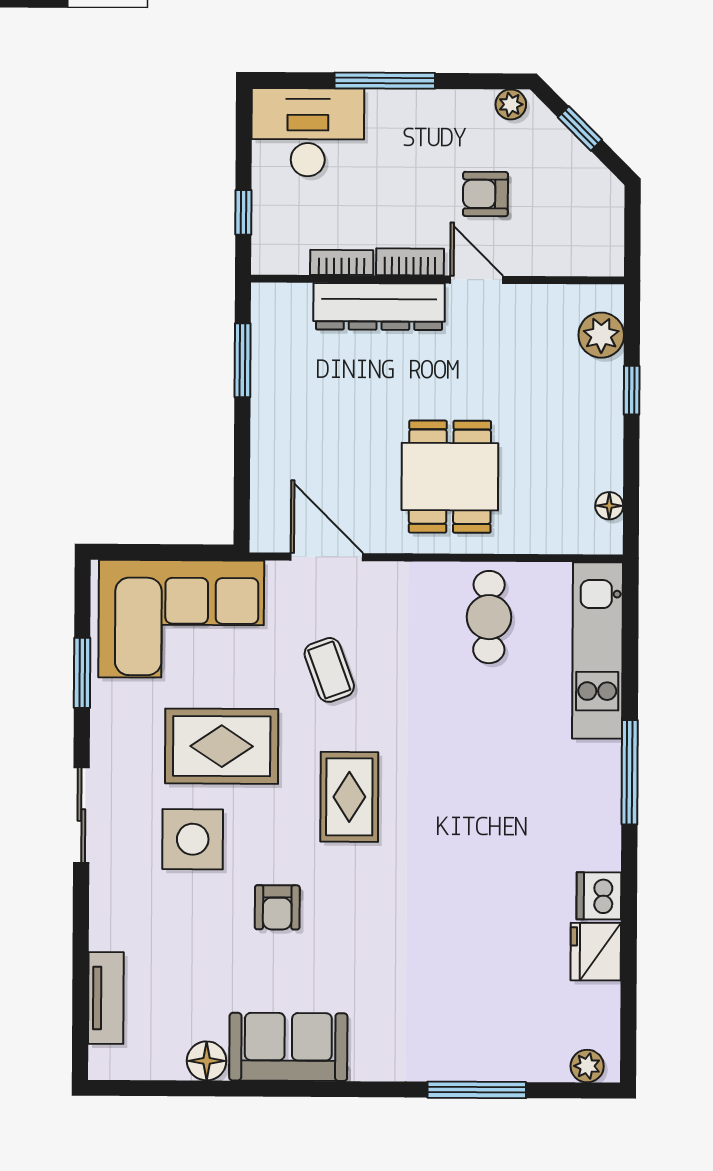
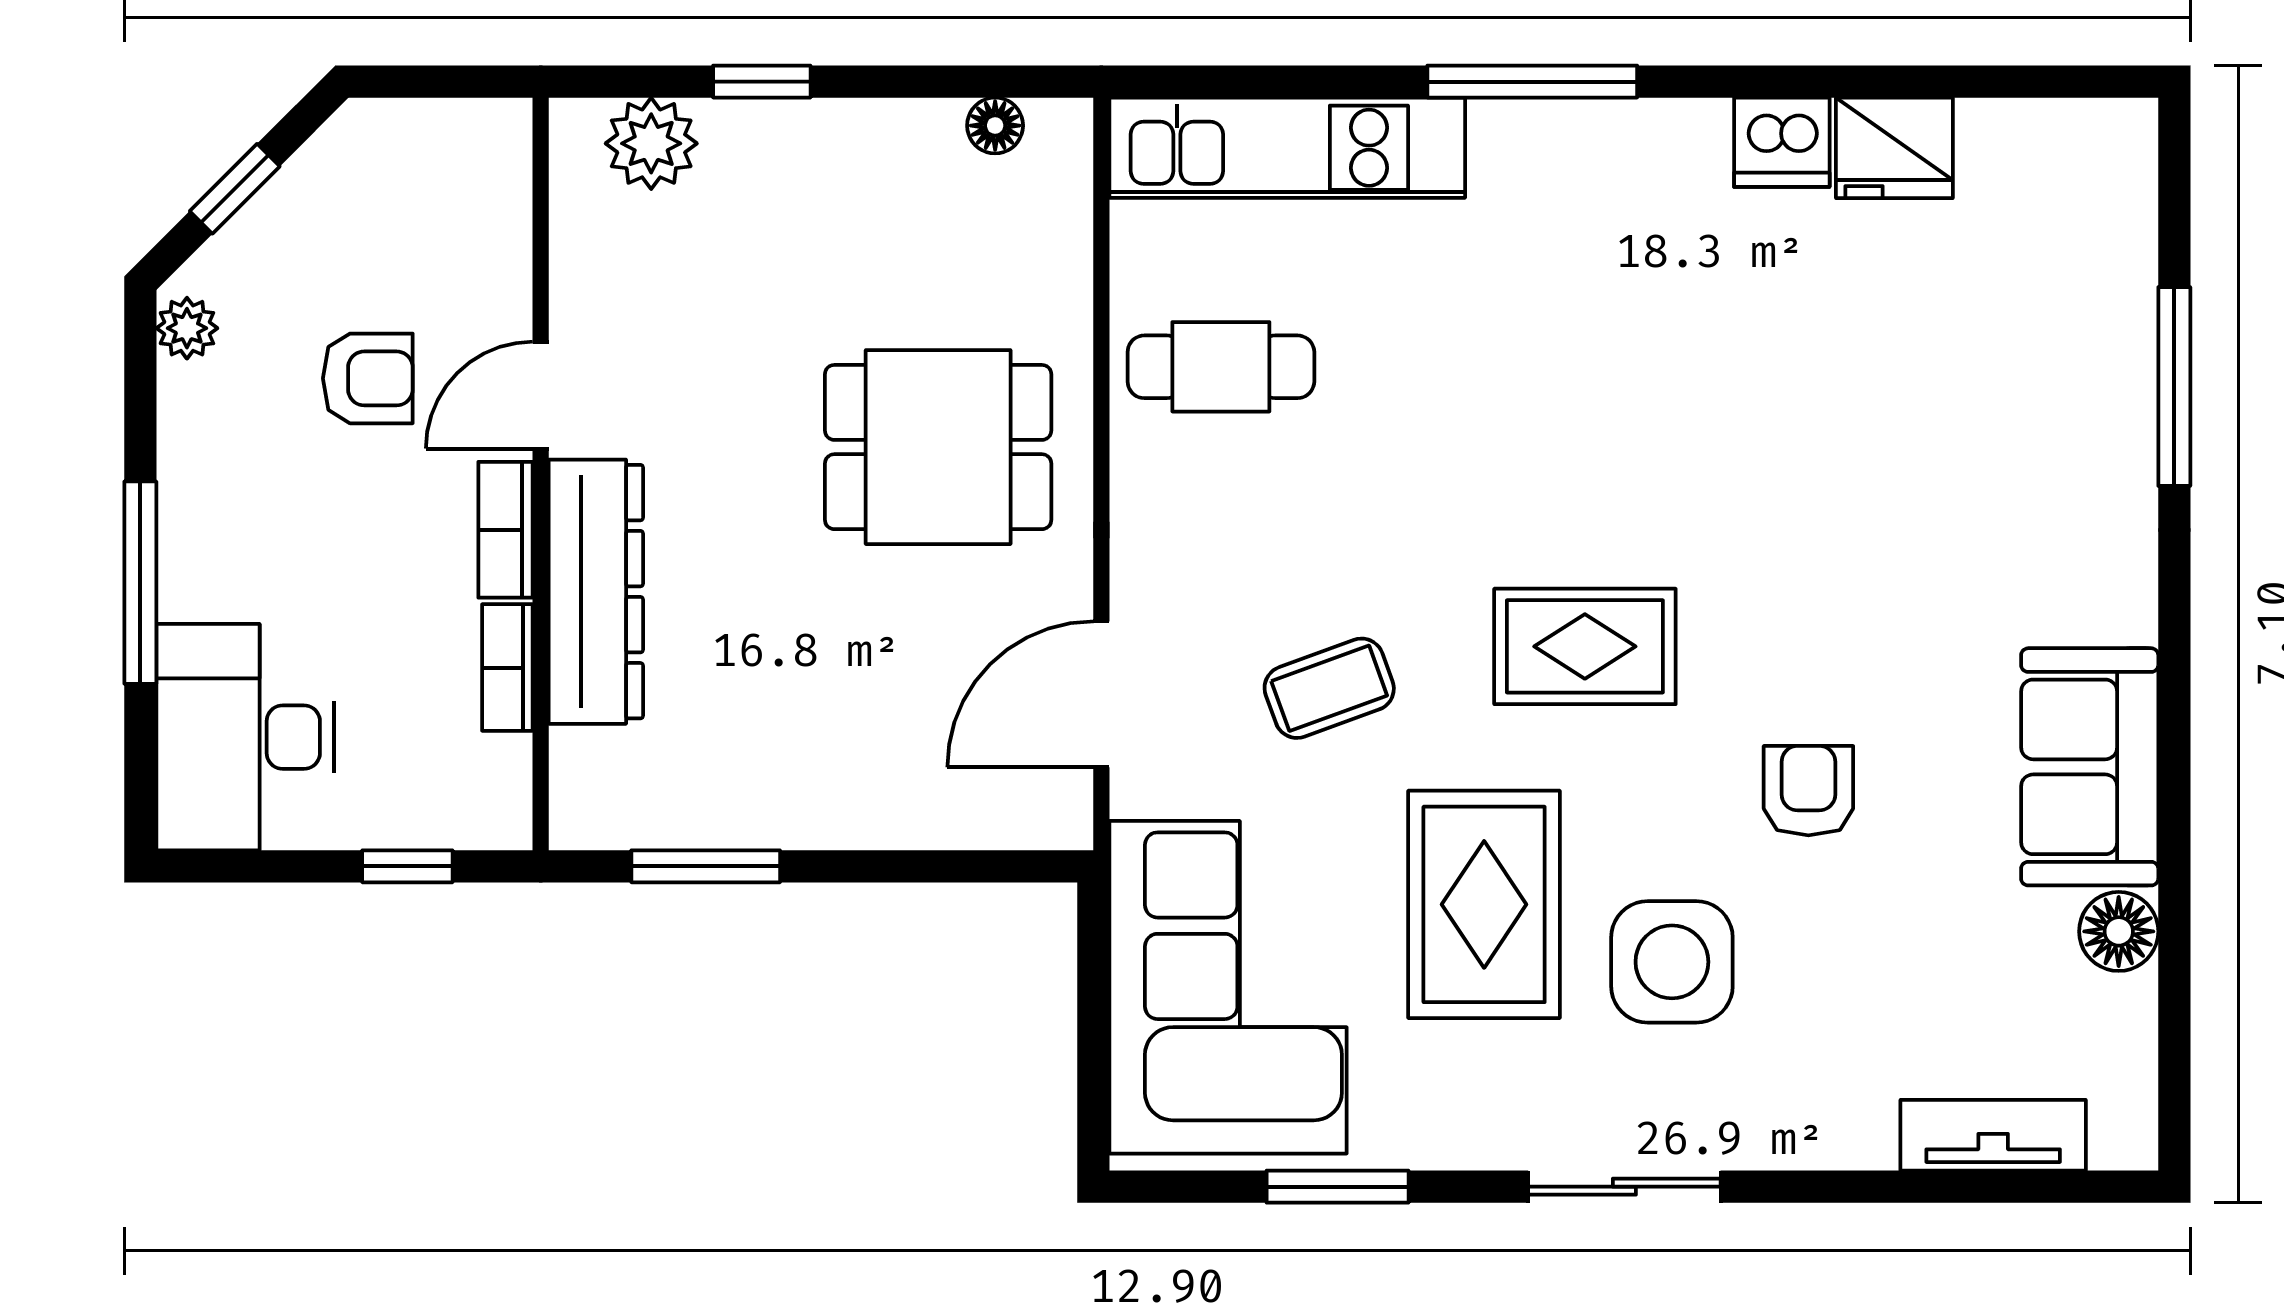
armchair: (485, 194) -> (368, 378), turned -90
armchair: (277, 907) -> (1808, 791), turned -90
plant: (587, 1066) -> (2125, 164), removed

